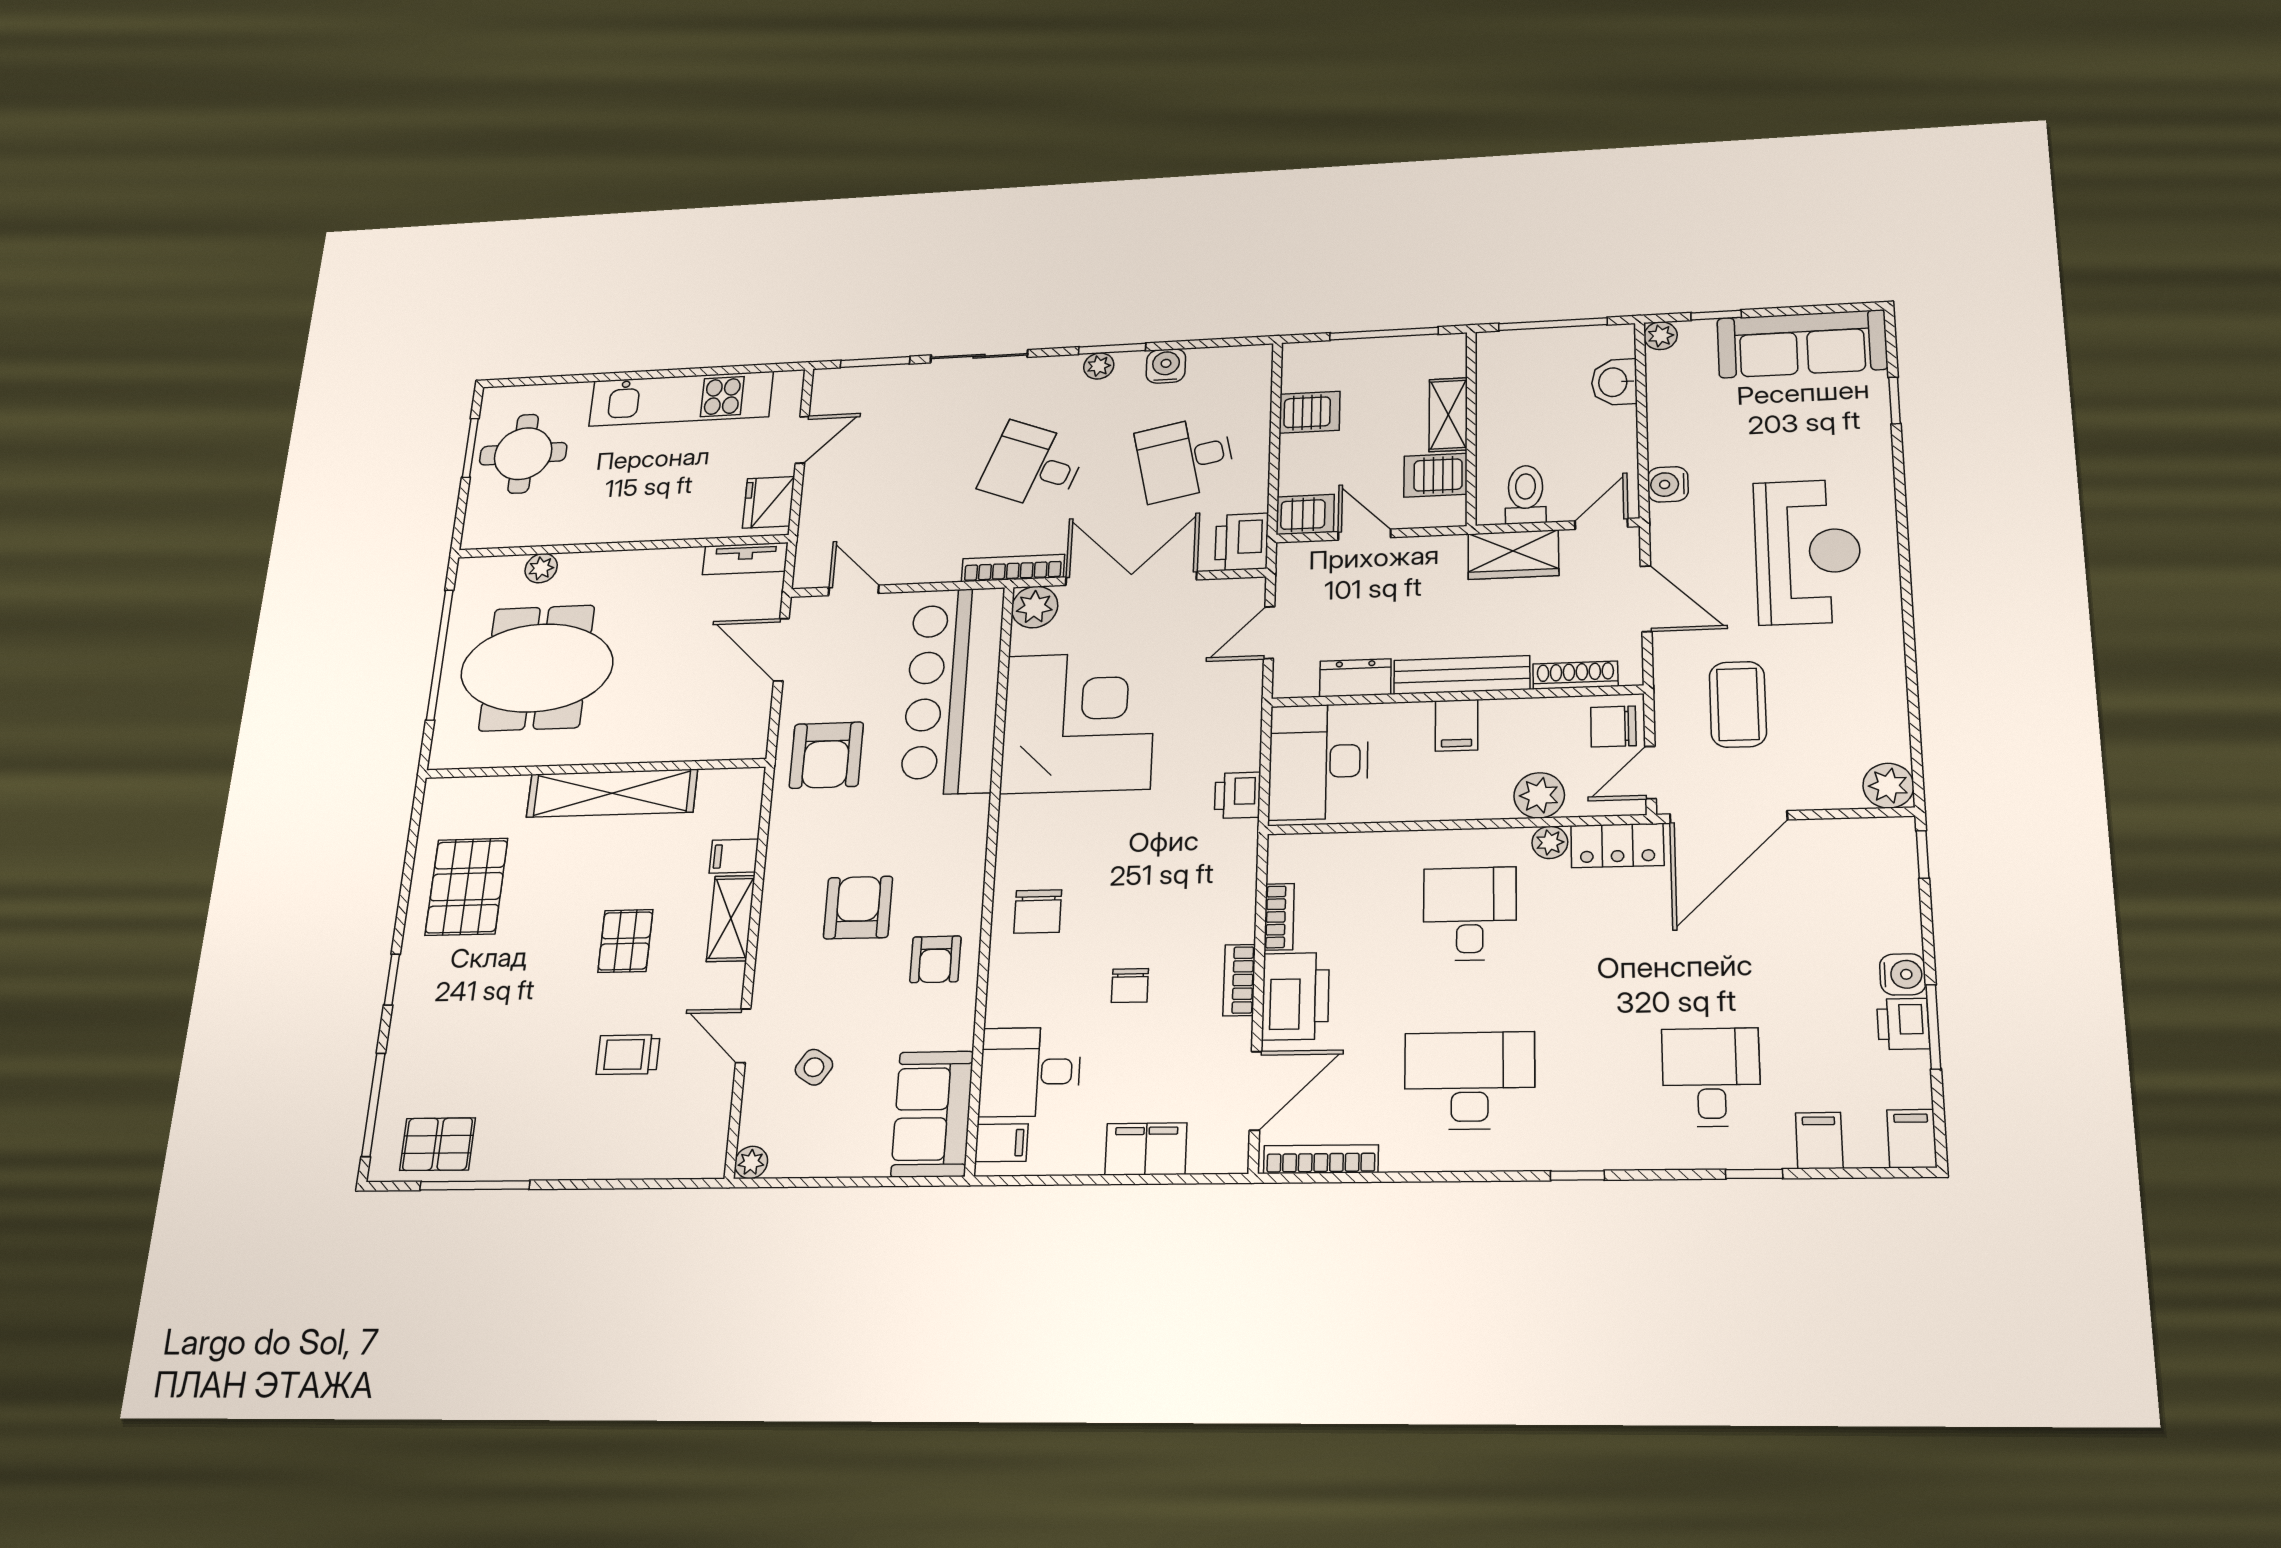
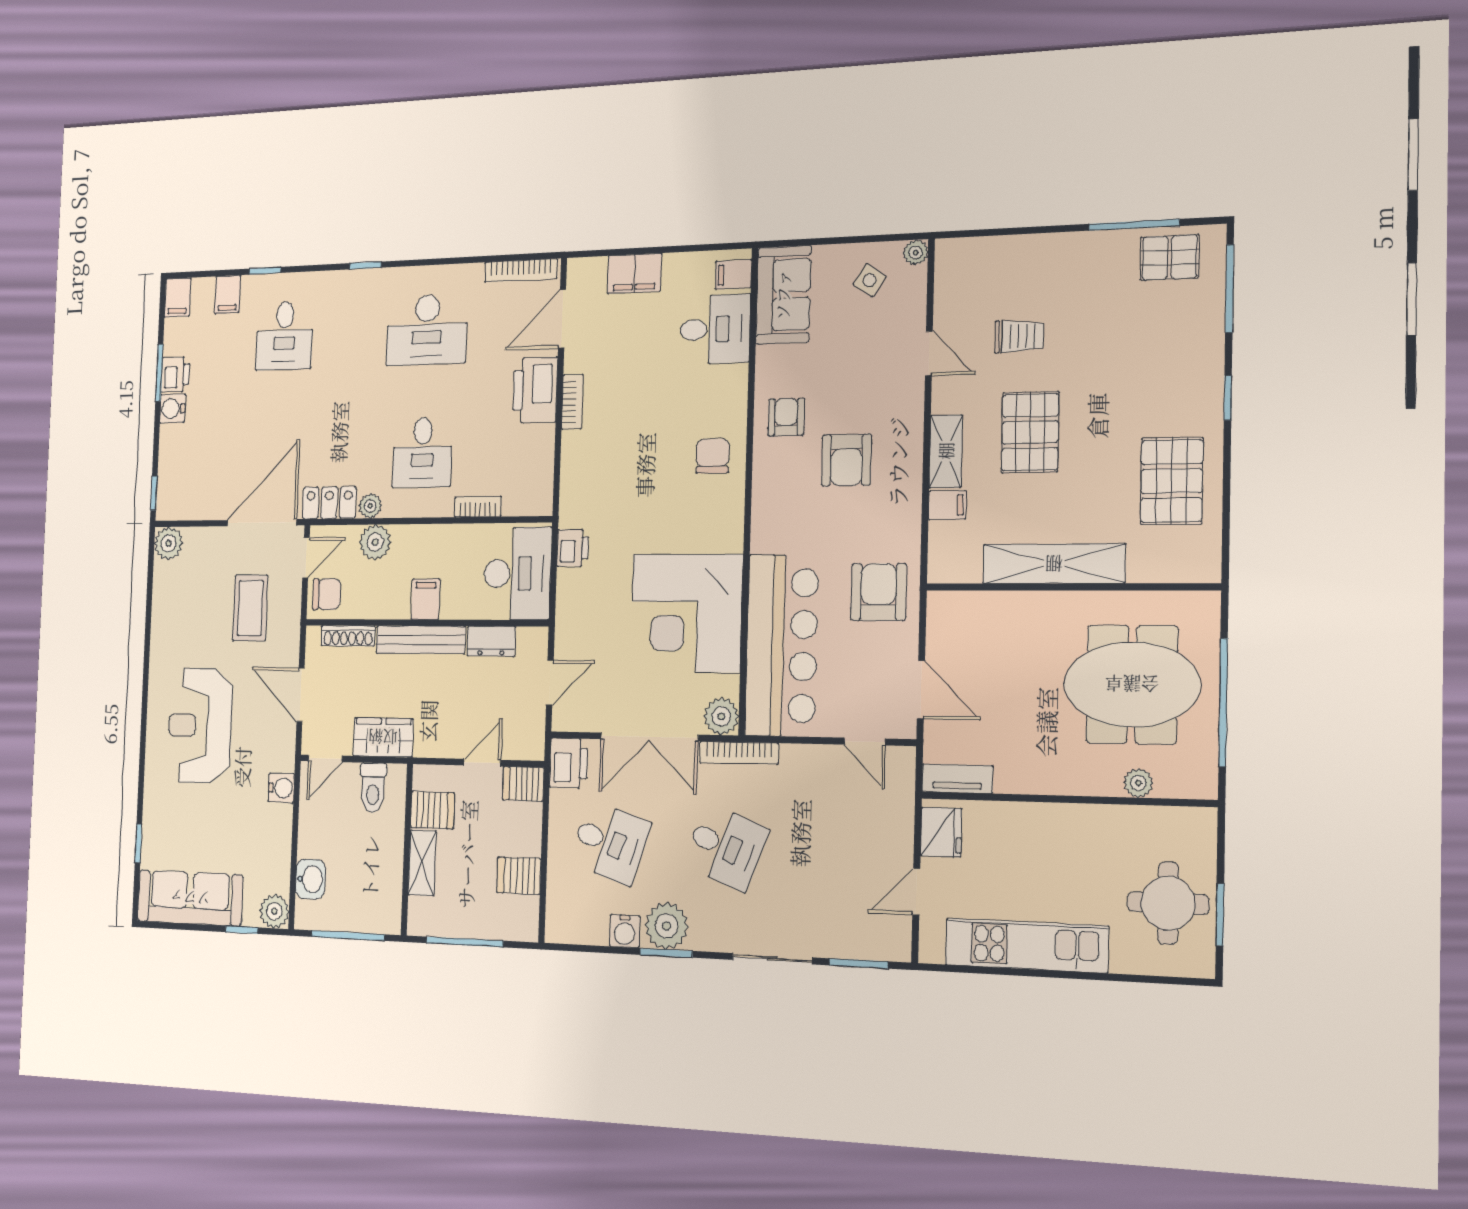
plant: (1661, 336) -> (274, 911), width x1.38, depth x1.38
plant: (1099, 366) -> (666, 926), width x1.88, depth x1.88
desk: (1185, 458) -> (610, 843), turned 30
door: (1364, 535) -> (482, 763), swing flipped
bookcase: (1279, 917) -> (478, 507), moved, turned 90
pallet: (625, 941) -> (1030, 432), width x1.50, depth x1.42
chair: (1130, 986) -> (646, 397), removed
side table: (814, 1067) -> (869, 280), moved

